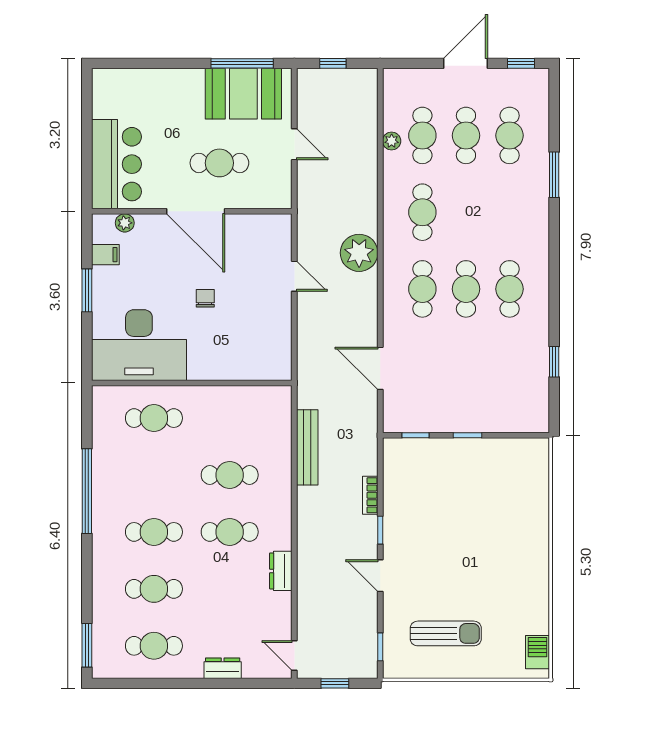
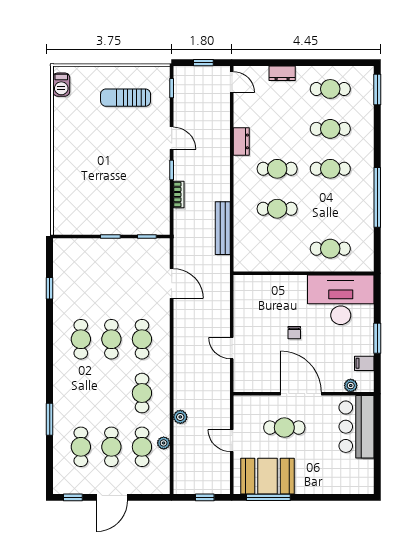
plant: (359, 253) -> (180, 417), moved, width x0.53, depth x0.53

